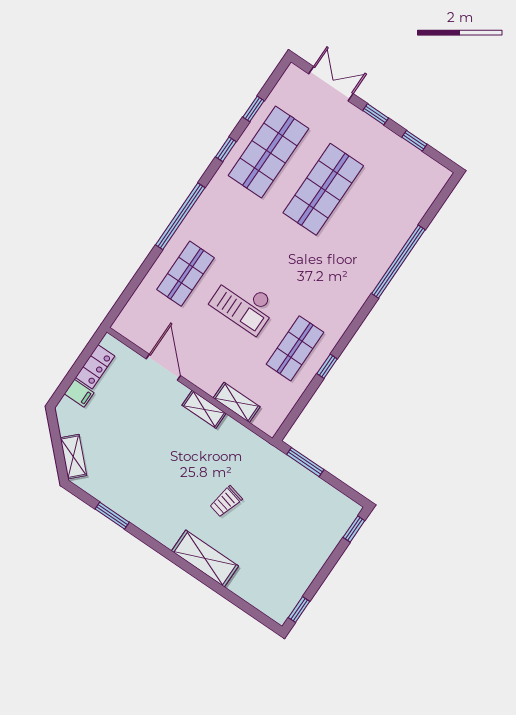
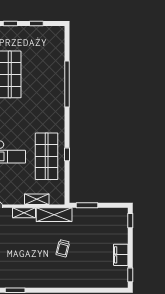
shop shelf: (295, 348) -> (47, 156), width x1.43, depth x1.36
shelving: (205, 558) -> (54, 215), moved
filing cabinet: (305, 570) -> (121, 255), added

